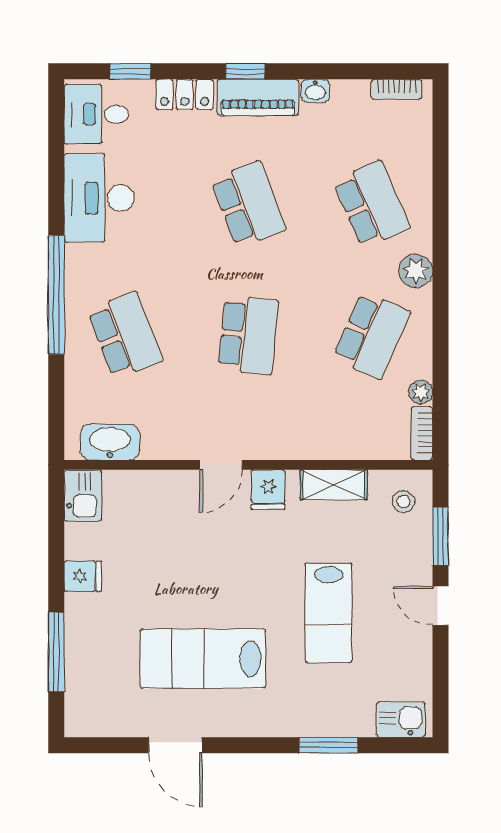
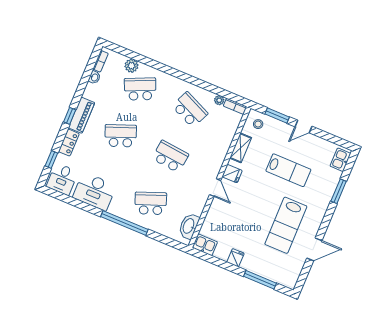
washbasin: (315, 91) -> (94, 77), moved
plant: (416, 271) -> (132, 66), moved

